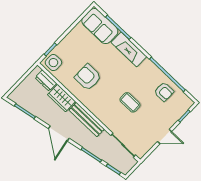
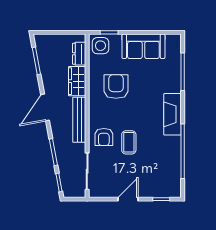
sofa: (100, 26) -> (143, 46), moved, turned -90
fireplace: (129, 49) -> (173, 114), moved
armchair: (164, 92) -> (104, 137), moved
door: (165, 136) -> (128, 199), swing flipped

